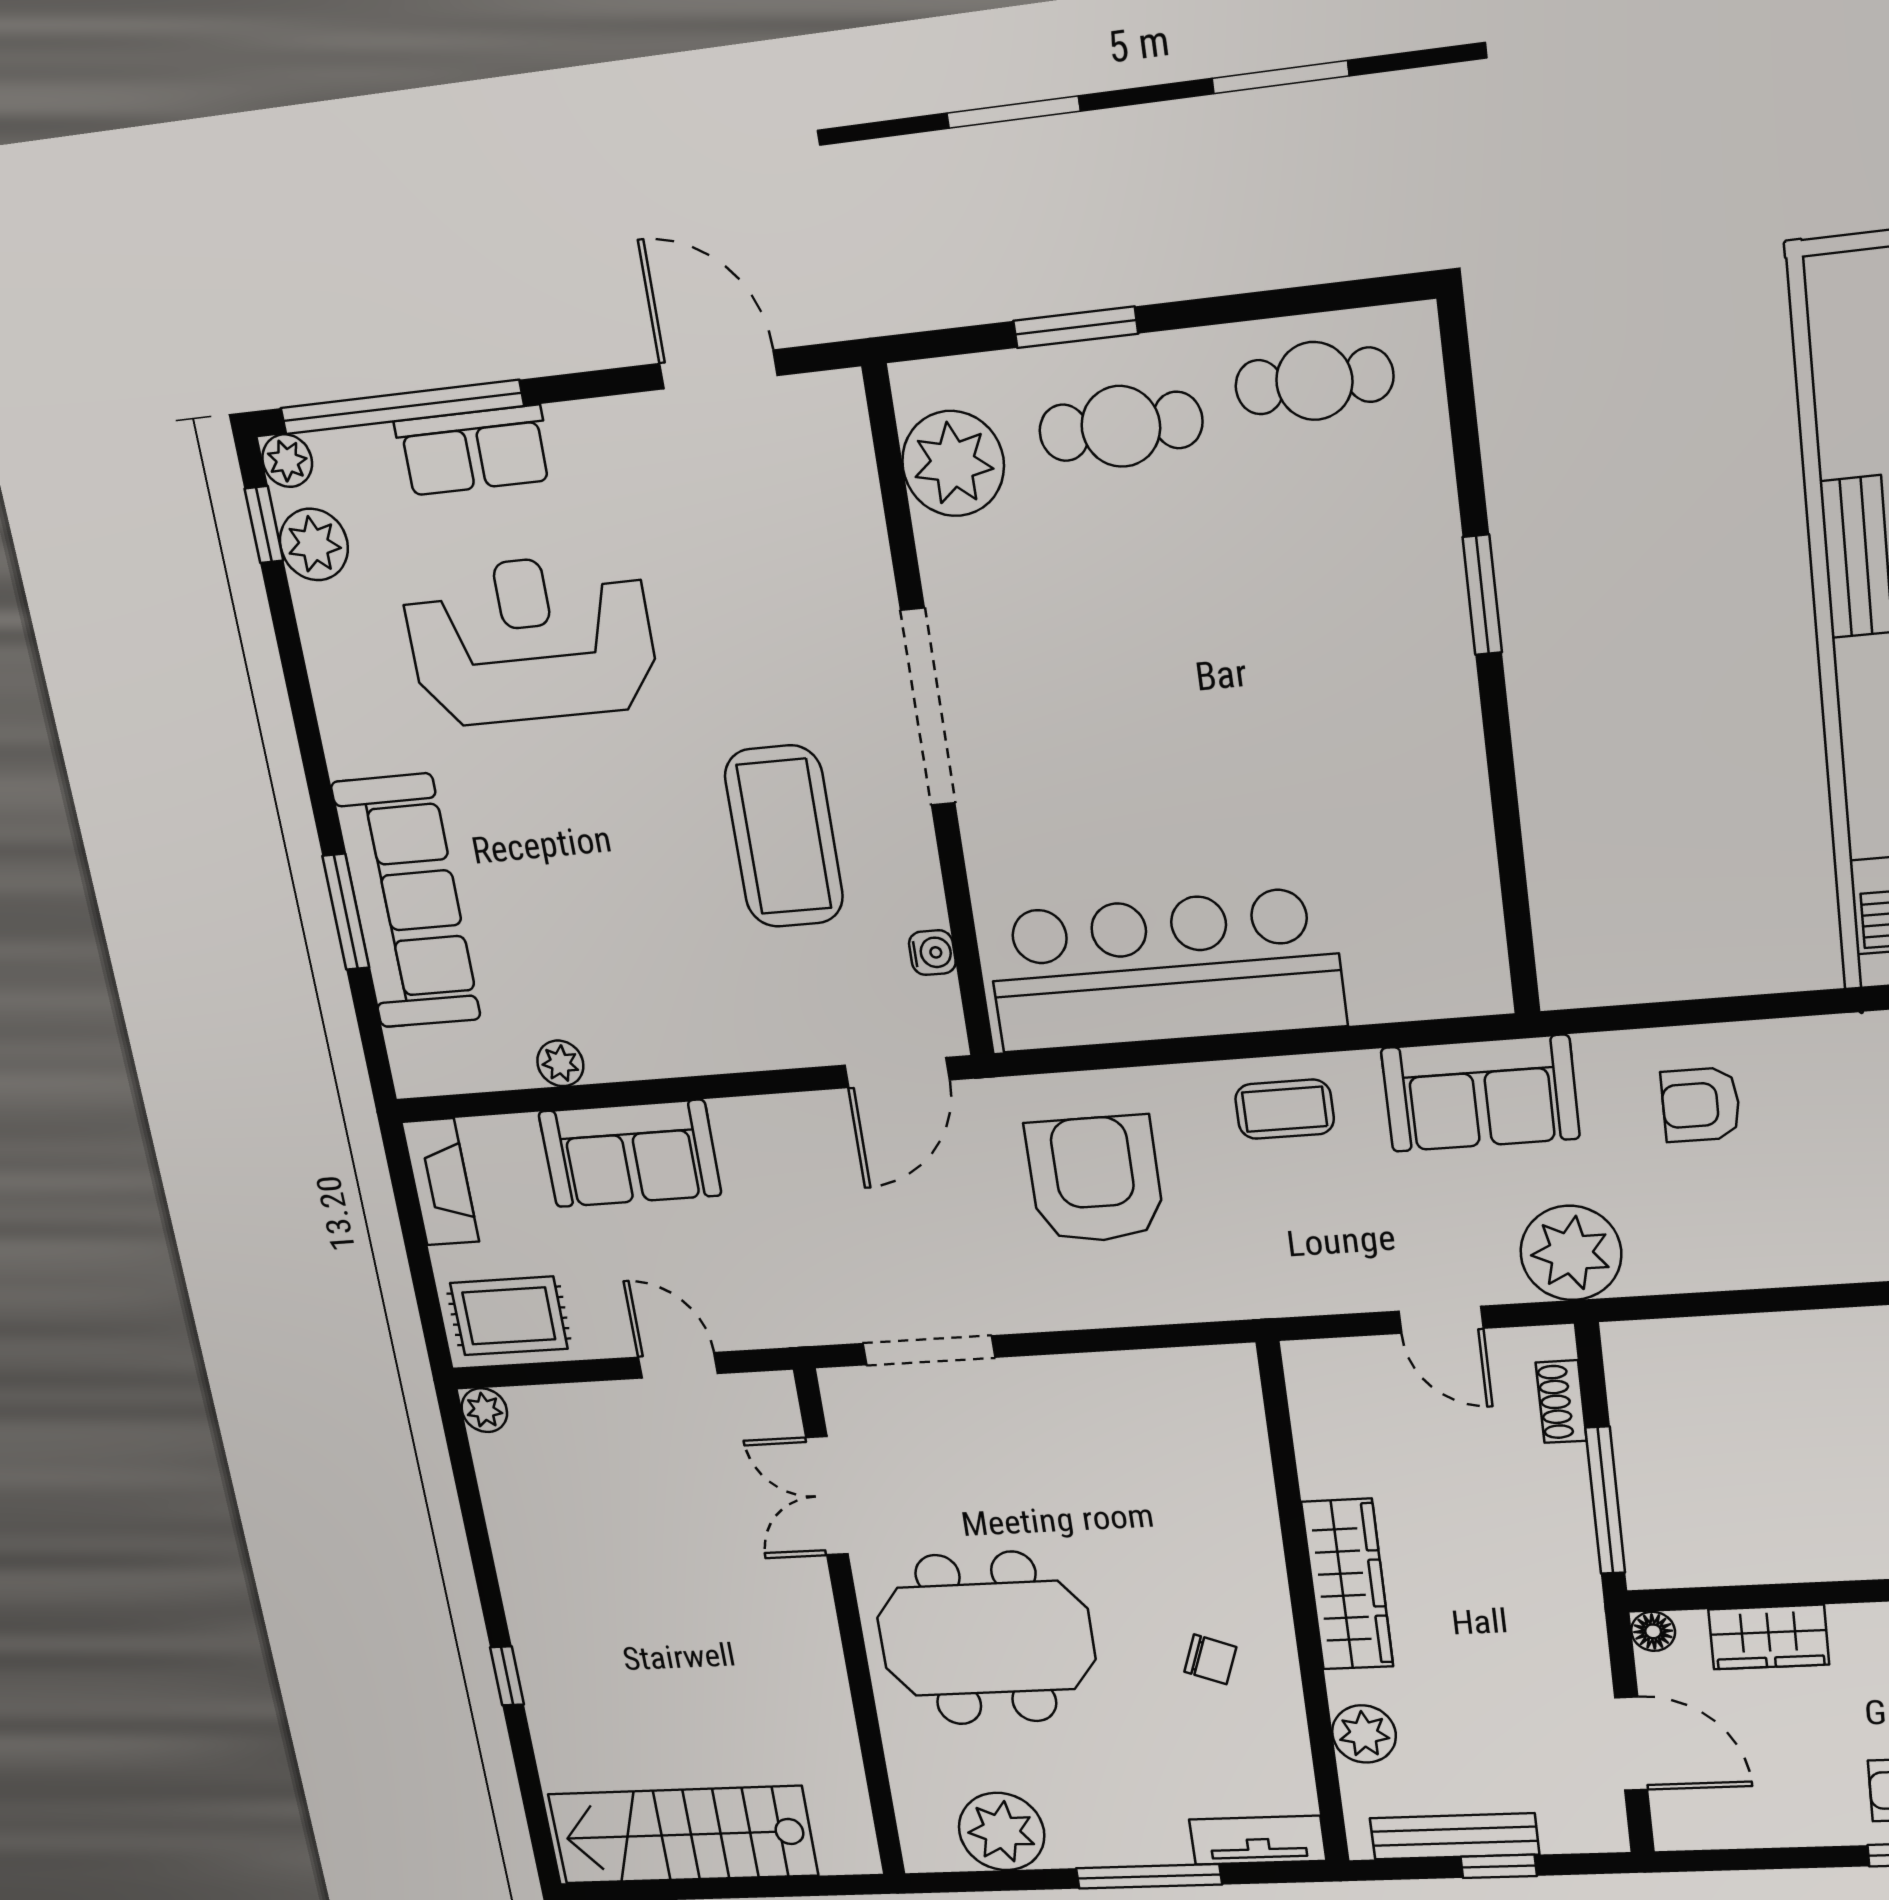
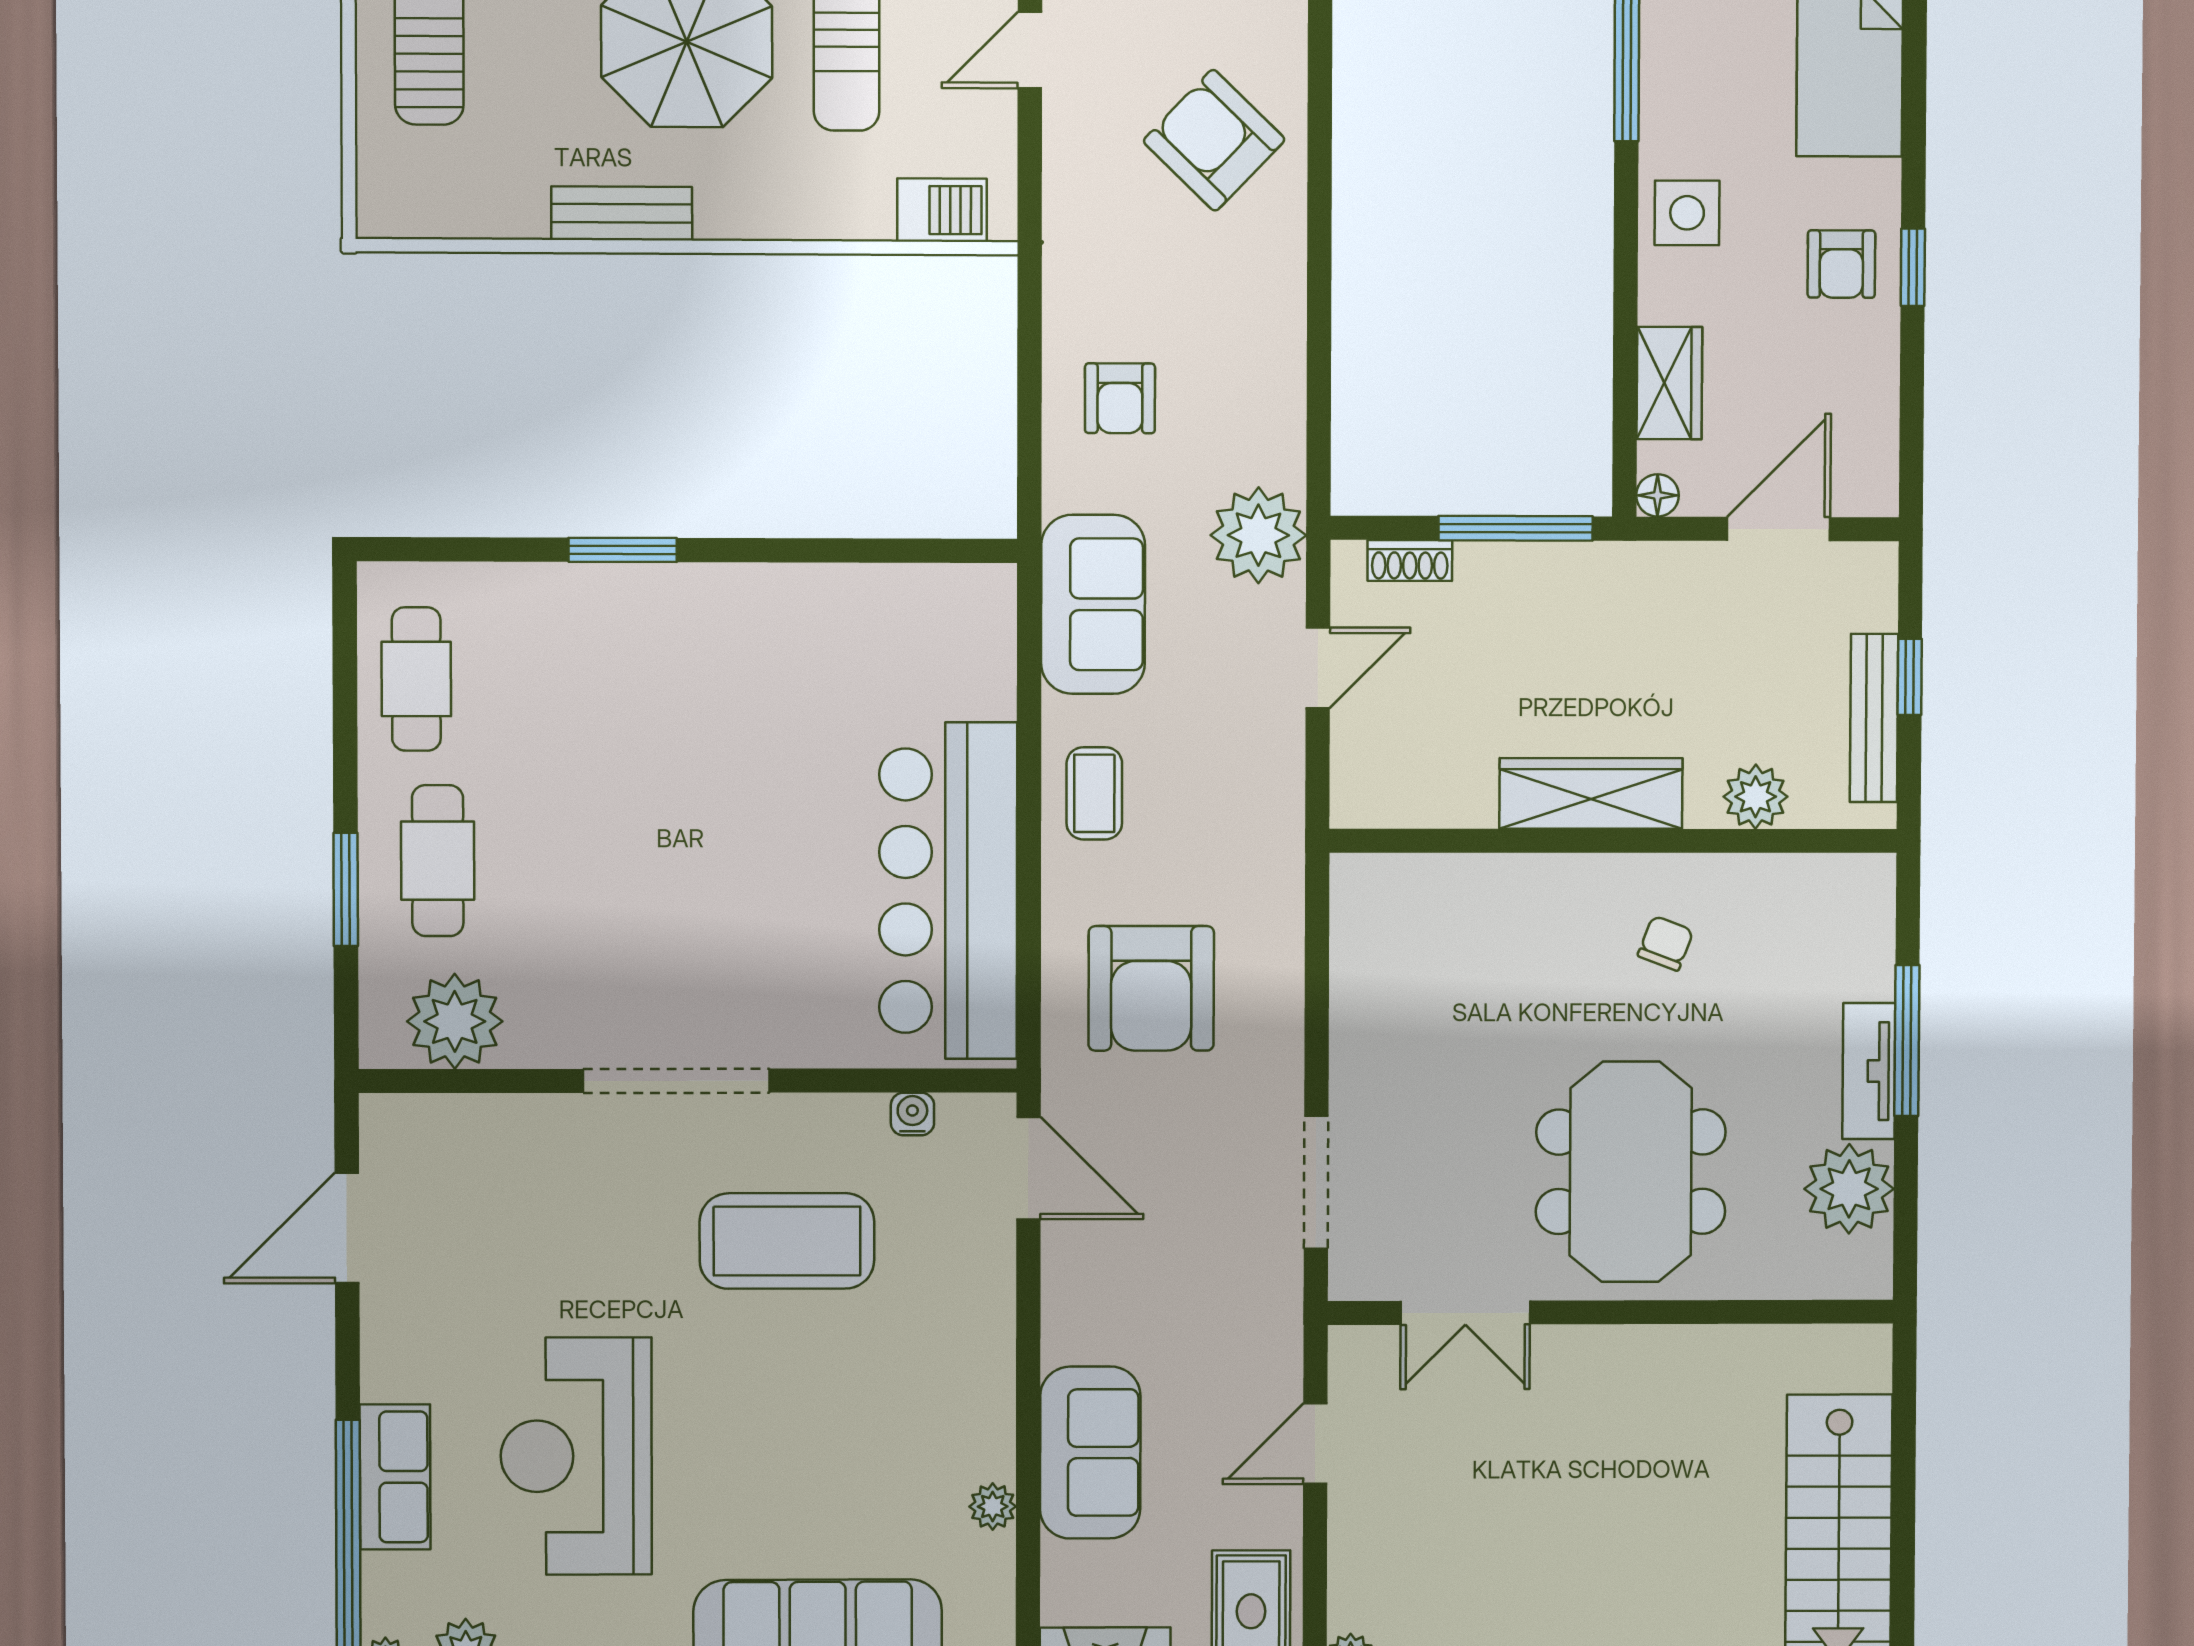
armchair: (1095, 1180) -> (1151, 988), turned -90
tv unit: (1258, 1840) -> (1869, 1071), moved

